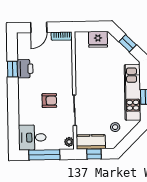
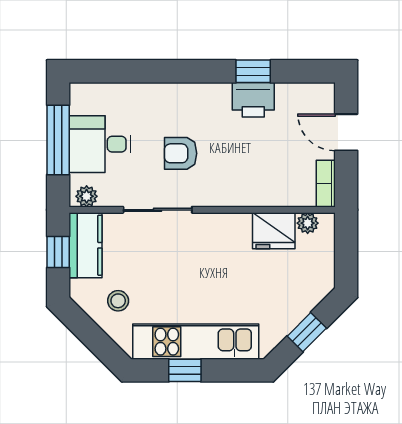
fridge: (98, 39) -> (274, 231), moved, turned -90
plant: (79, 44) -> (308, 223), added
armchair: (49, 101) -> (181, 153), turned 90
desk: (32, 137) -> (100, 144), moved, turned -90

